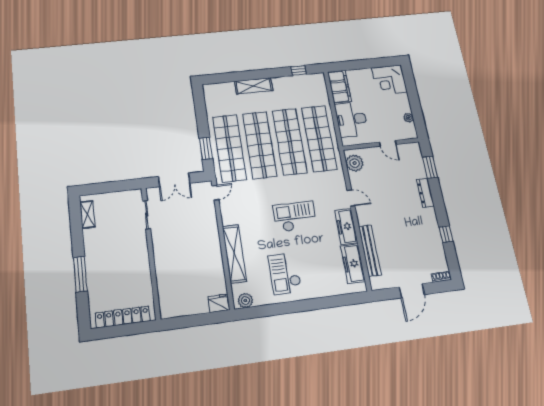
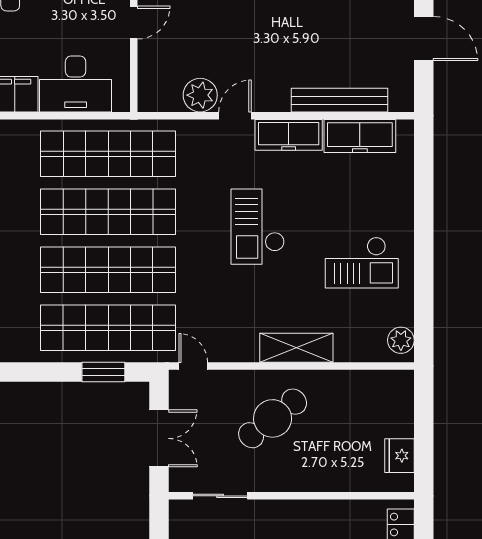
plant: (355, 163) -> (200, 95), moved
cafe table: (192, 237) -> (273, 418), added
shelving: (234, 254) -> (296, 348), width x0.68
fridge: (219, 303) -> (399, 456), moved

